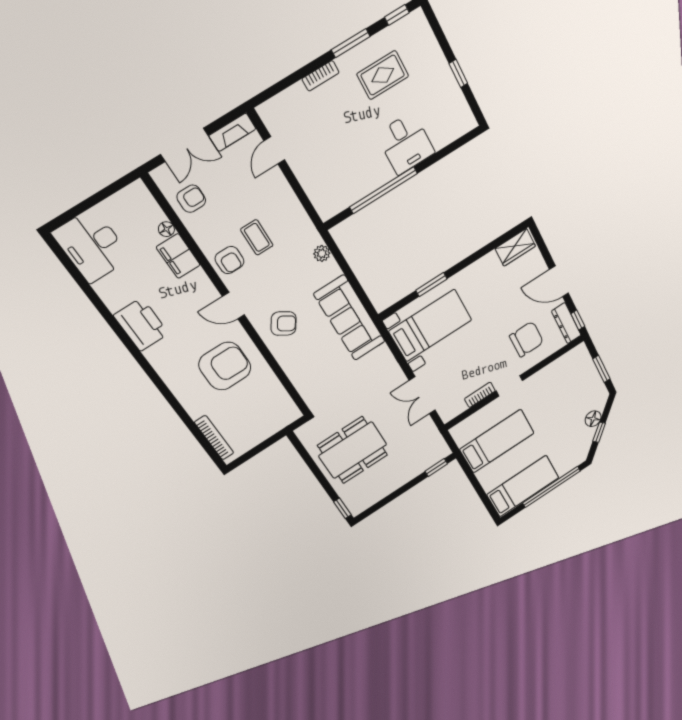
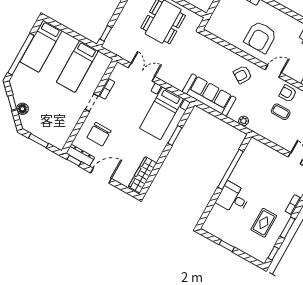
wardrobe: (515, 247) -> (143, 175), width x1.50

